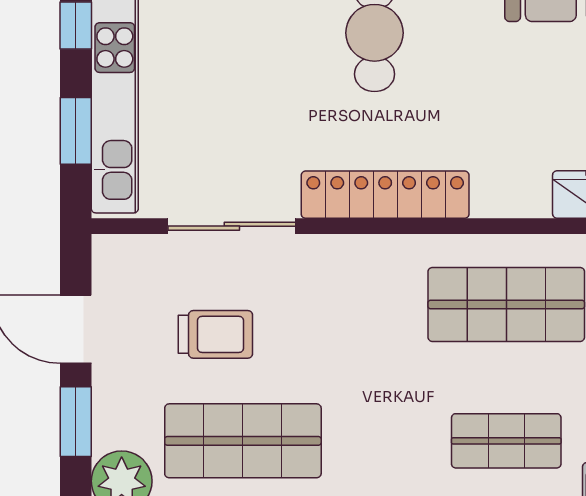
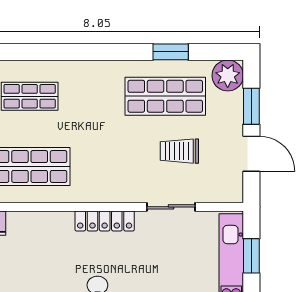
locker: (385, 195) -> (105, 221), width x0.71, depth x0.83
sliding door: (232, 226) -> (171, 207), width x0.73

